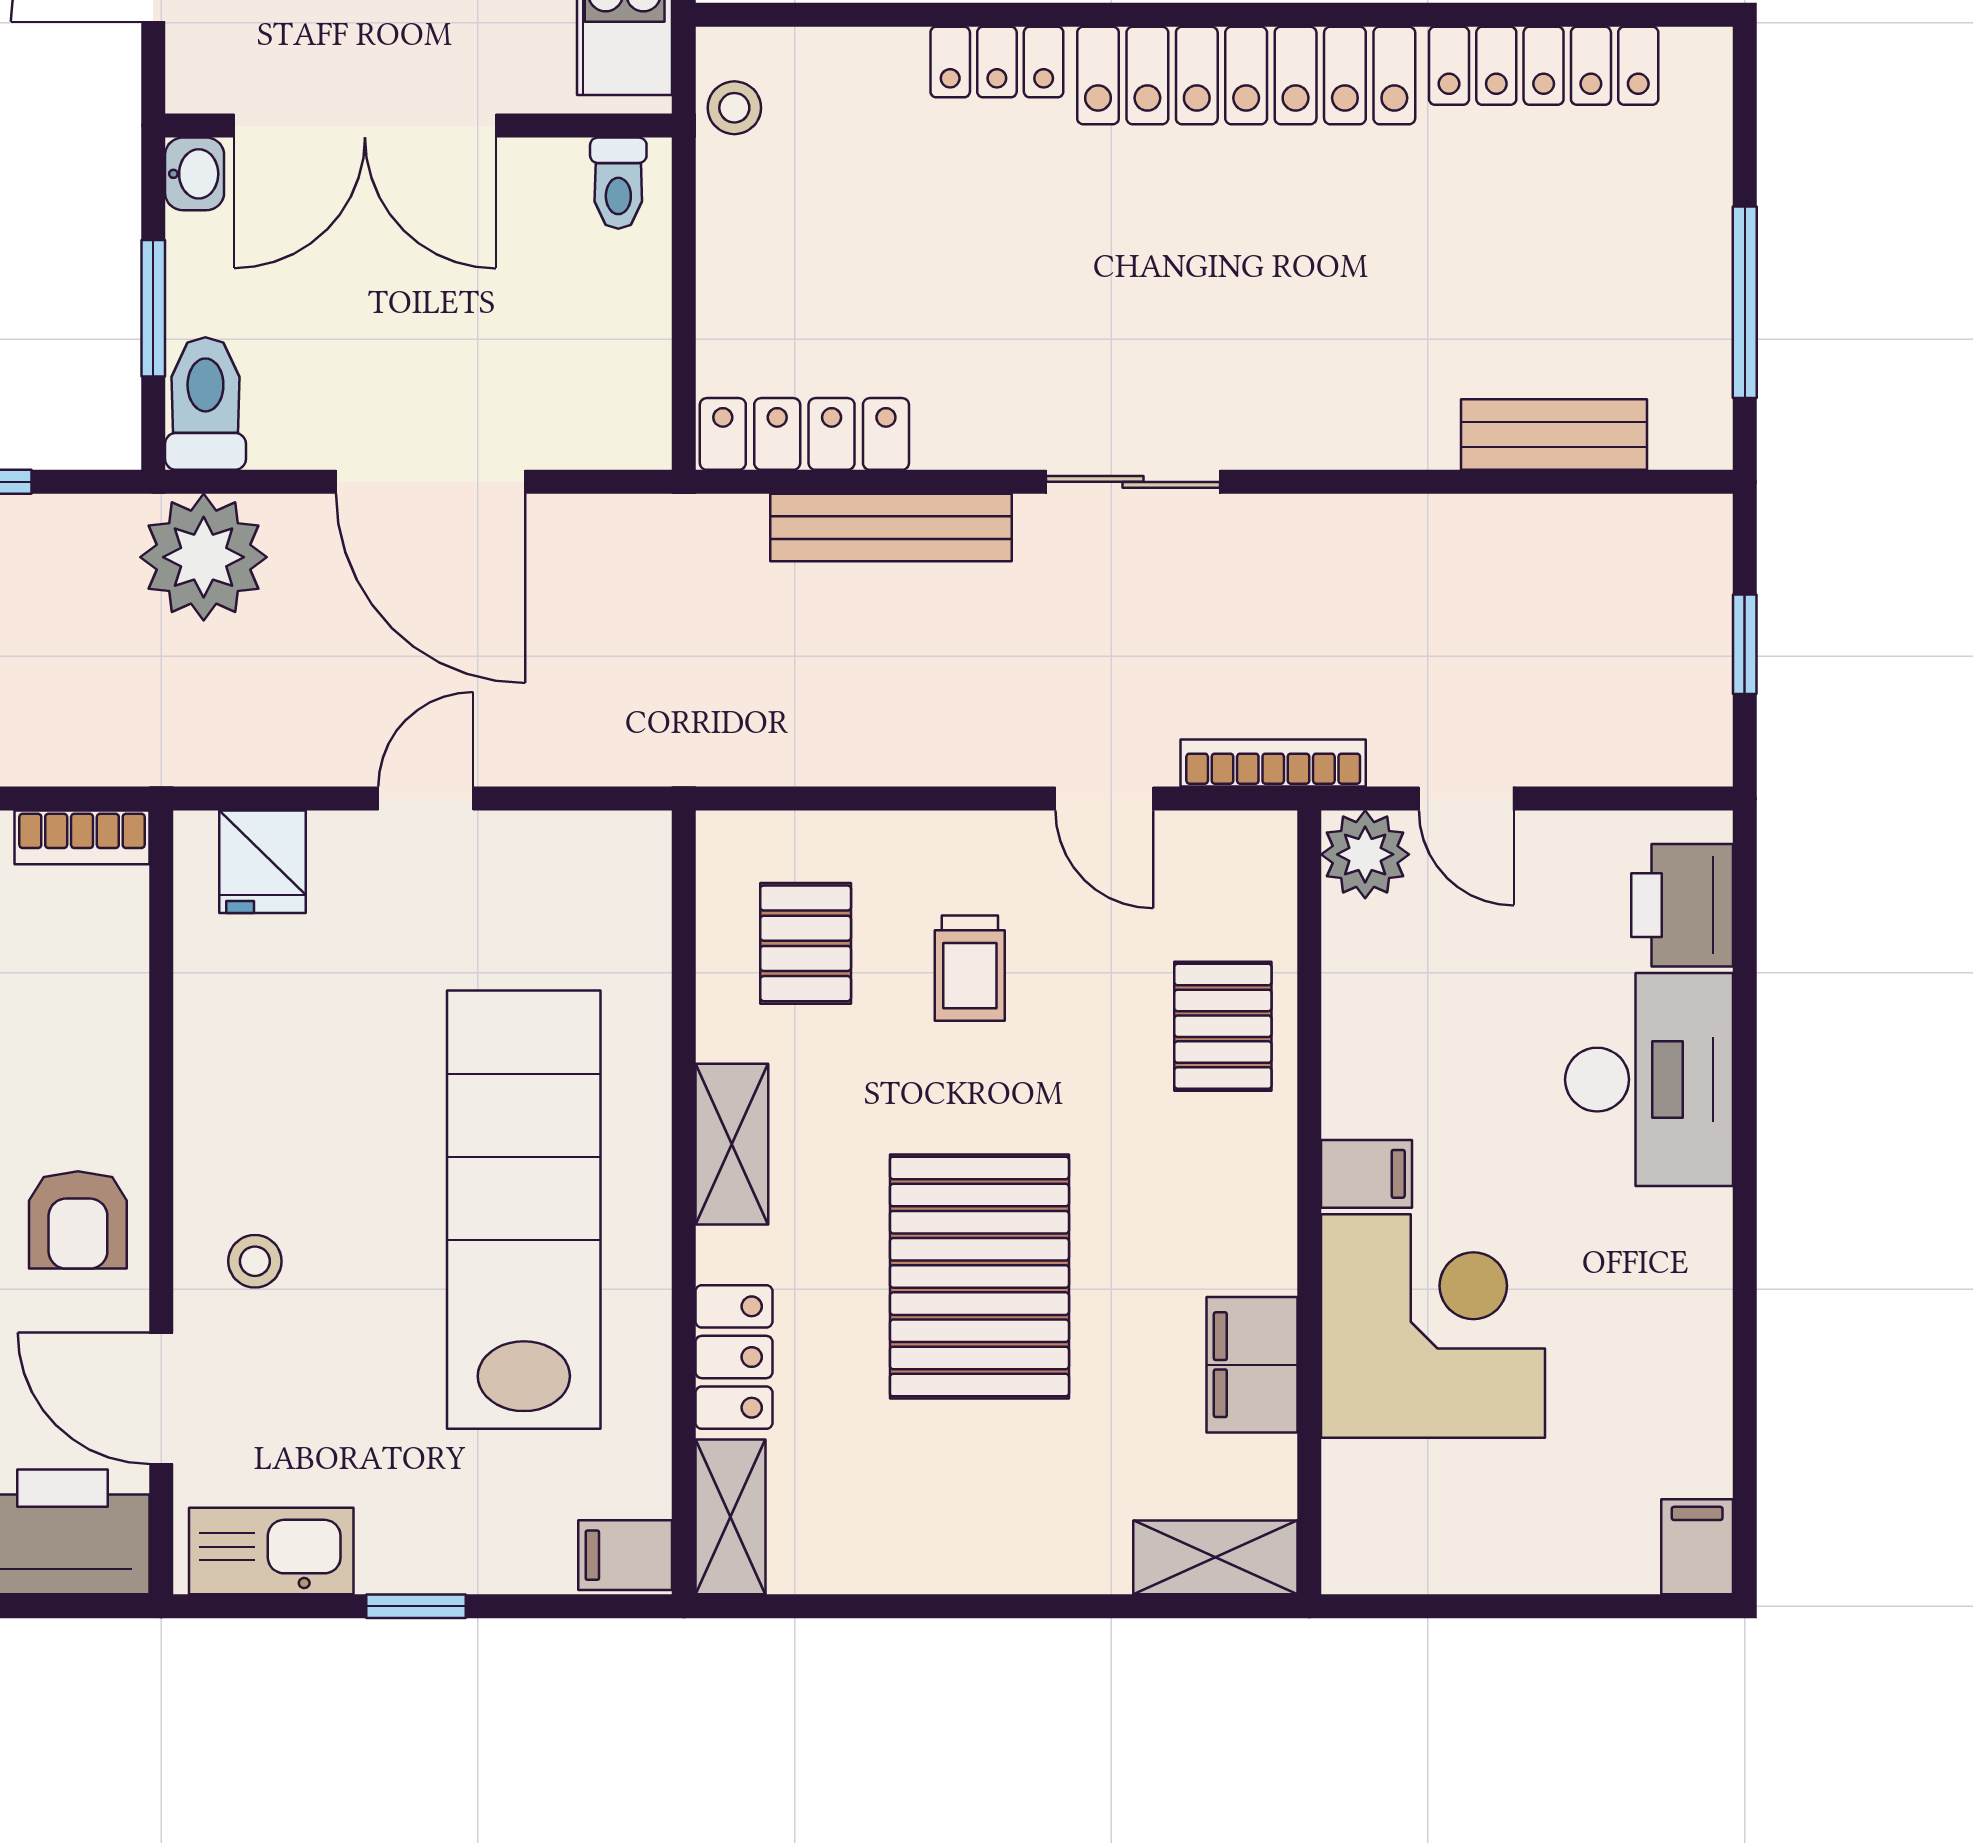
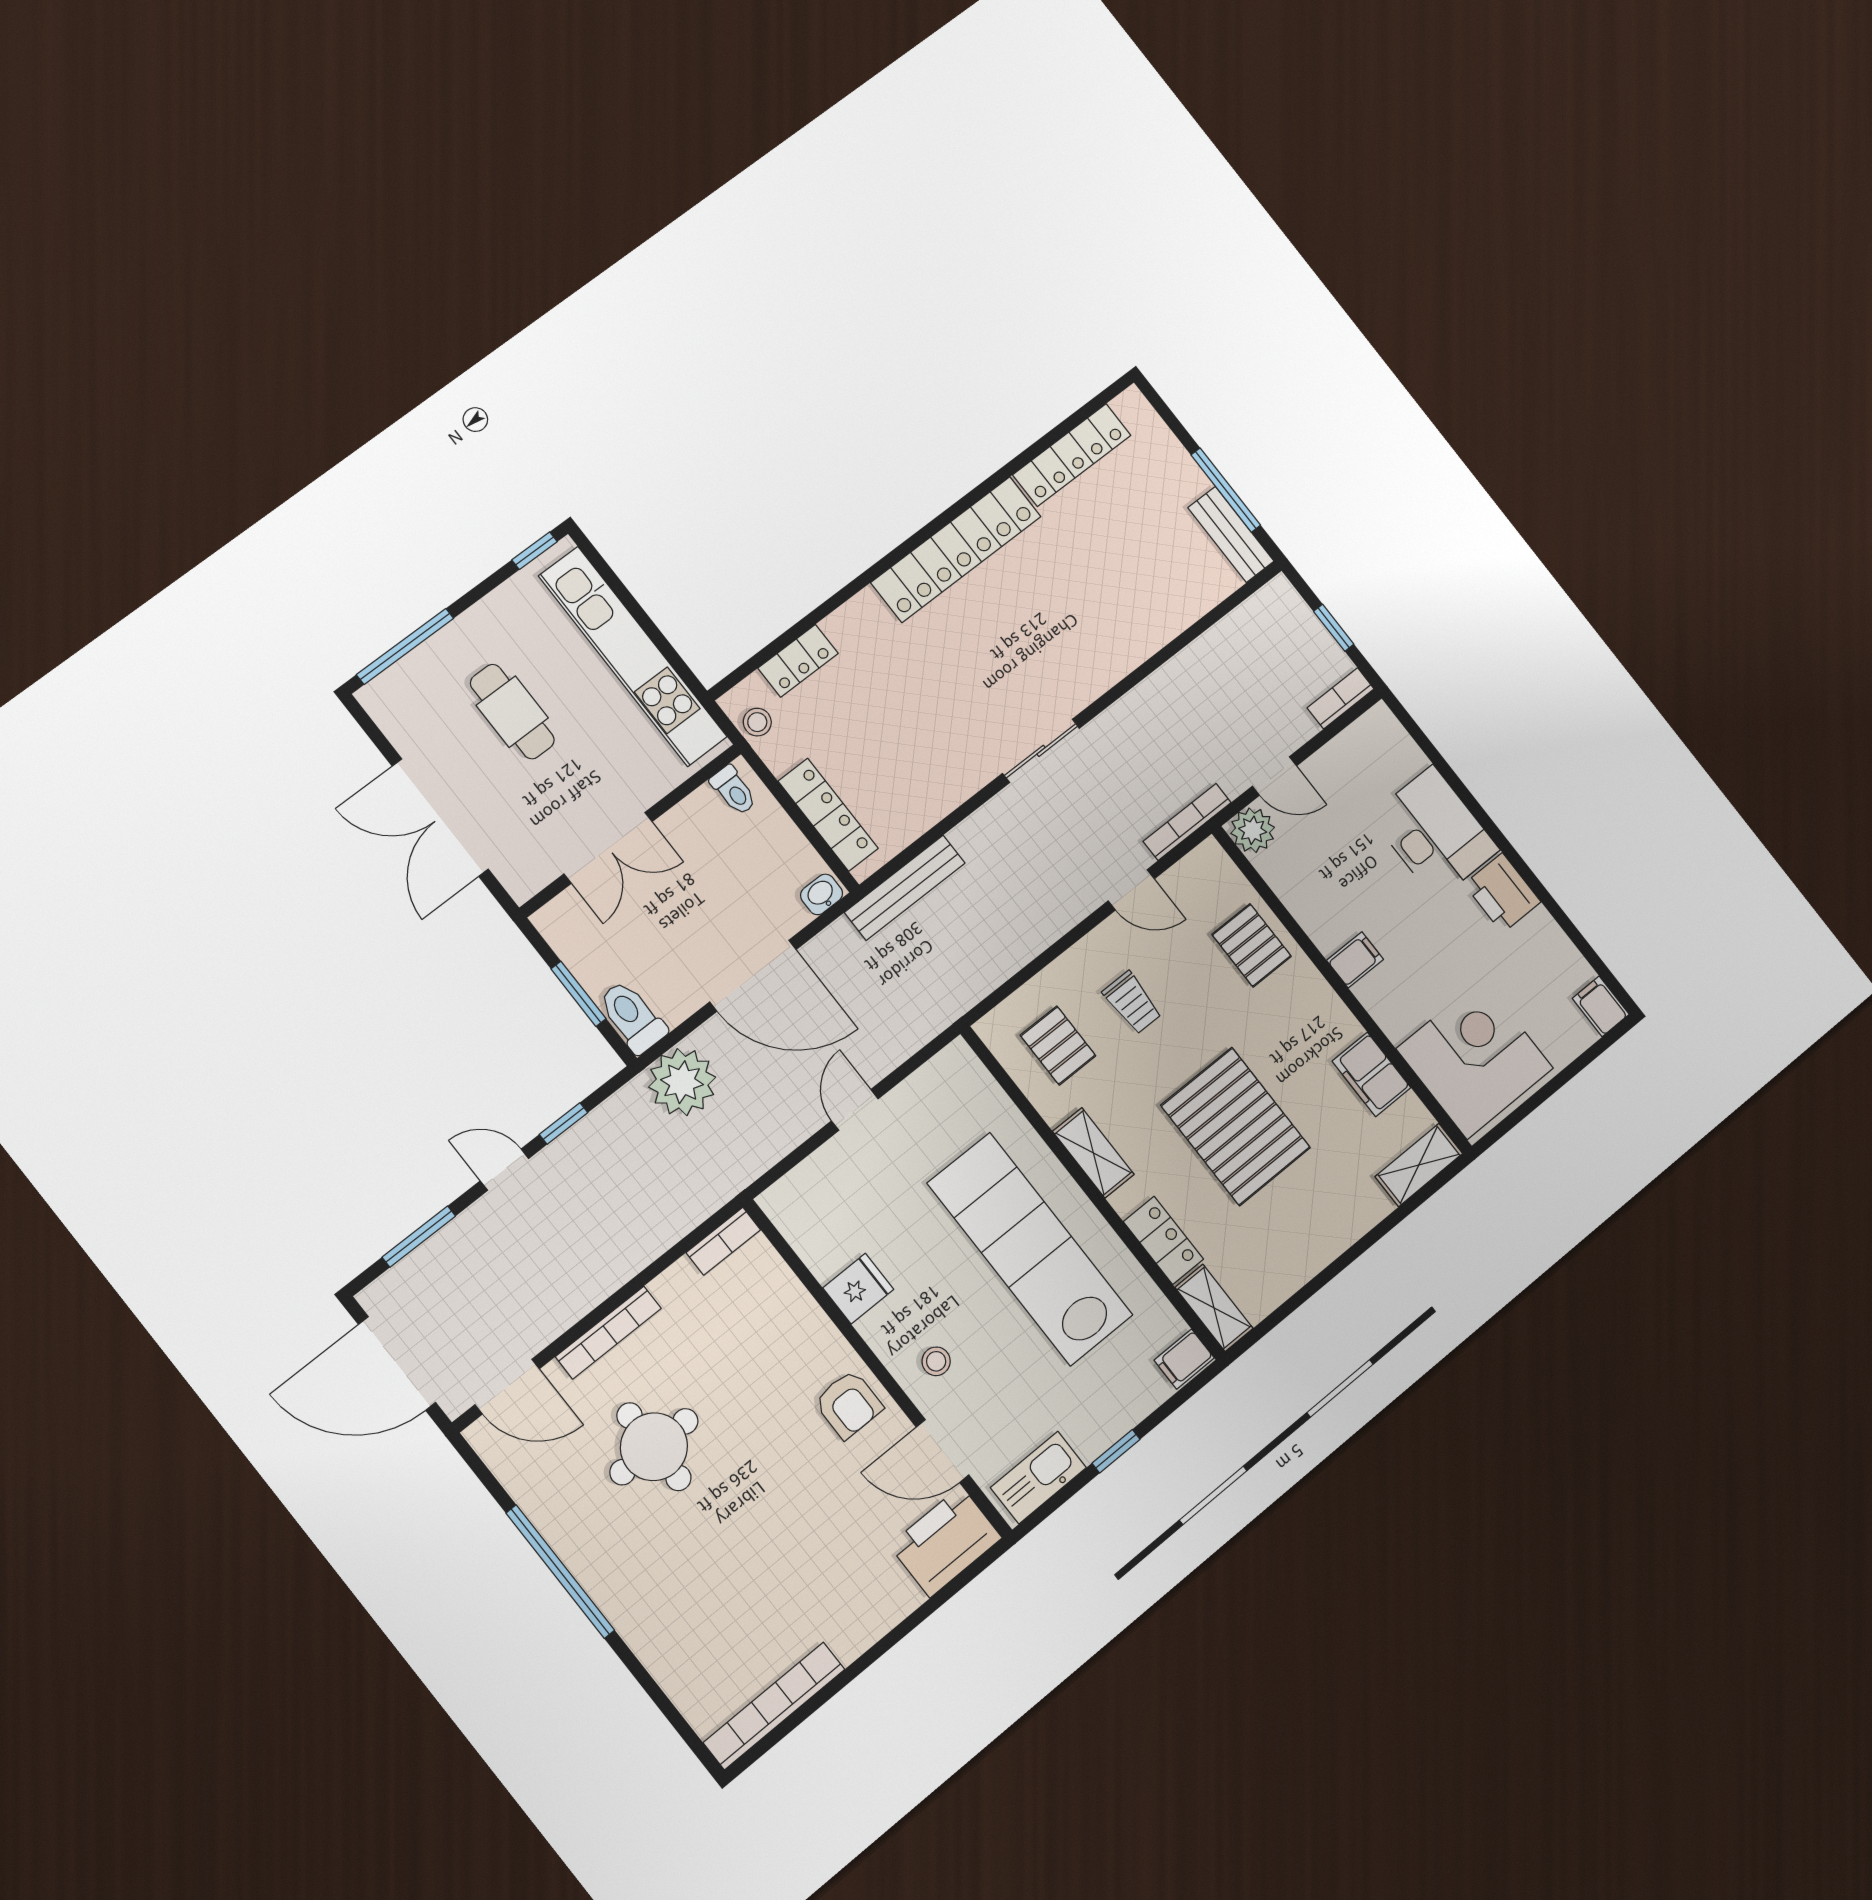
locker: (997, 62) -> (798, 661), moved
double door: (365, 126) -> (608, 848), width x0.73
washbasin: (195, 174) -> (822, 894), moved, turned -90
locker: (804, 434) -> (828, 815), moved, turned 90
bench: (1554, 434) -> (1231, 534), moved, turned 90
bench: (891, 528) -> (905, 888), moved
bookcase: (1667, 761) -> (1341, 698), added
fridge: (263, 862) -> (858, 1289), moved, turned -90
printer: (1682, 905) -> (1502, 893), moved
corner desk: (1433, 1326) -> (1475, 1058), moved

